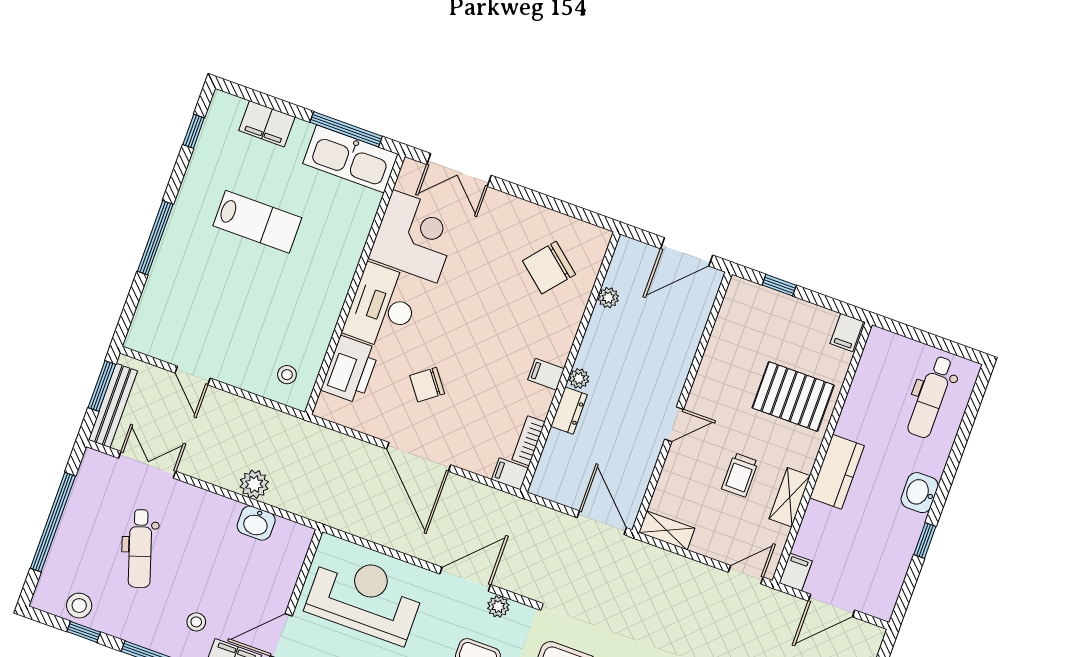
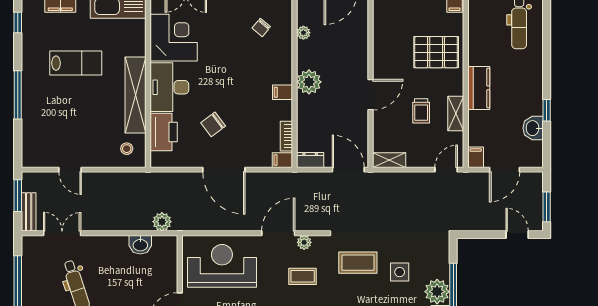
chair: (549, 268) -> (261, 27), width x0.54, depth x0.54
shelving: (328, 300) -> (136, 95), added
plant: (579, 378) -> (309, 82), width x1.87, depth x1.87
bench: (113, 405) -> (29, 212), width x0.73
dresser: (569, 411) -> (310, 160), moved, turned -90
door: (674, 424) -> (370, 95), width x1.38
plant: (254, 484) -> (162, 222), moved
washbasin: (920, 493) -> (533, 128), moved

